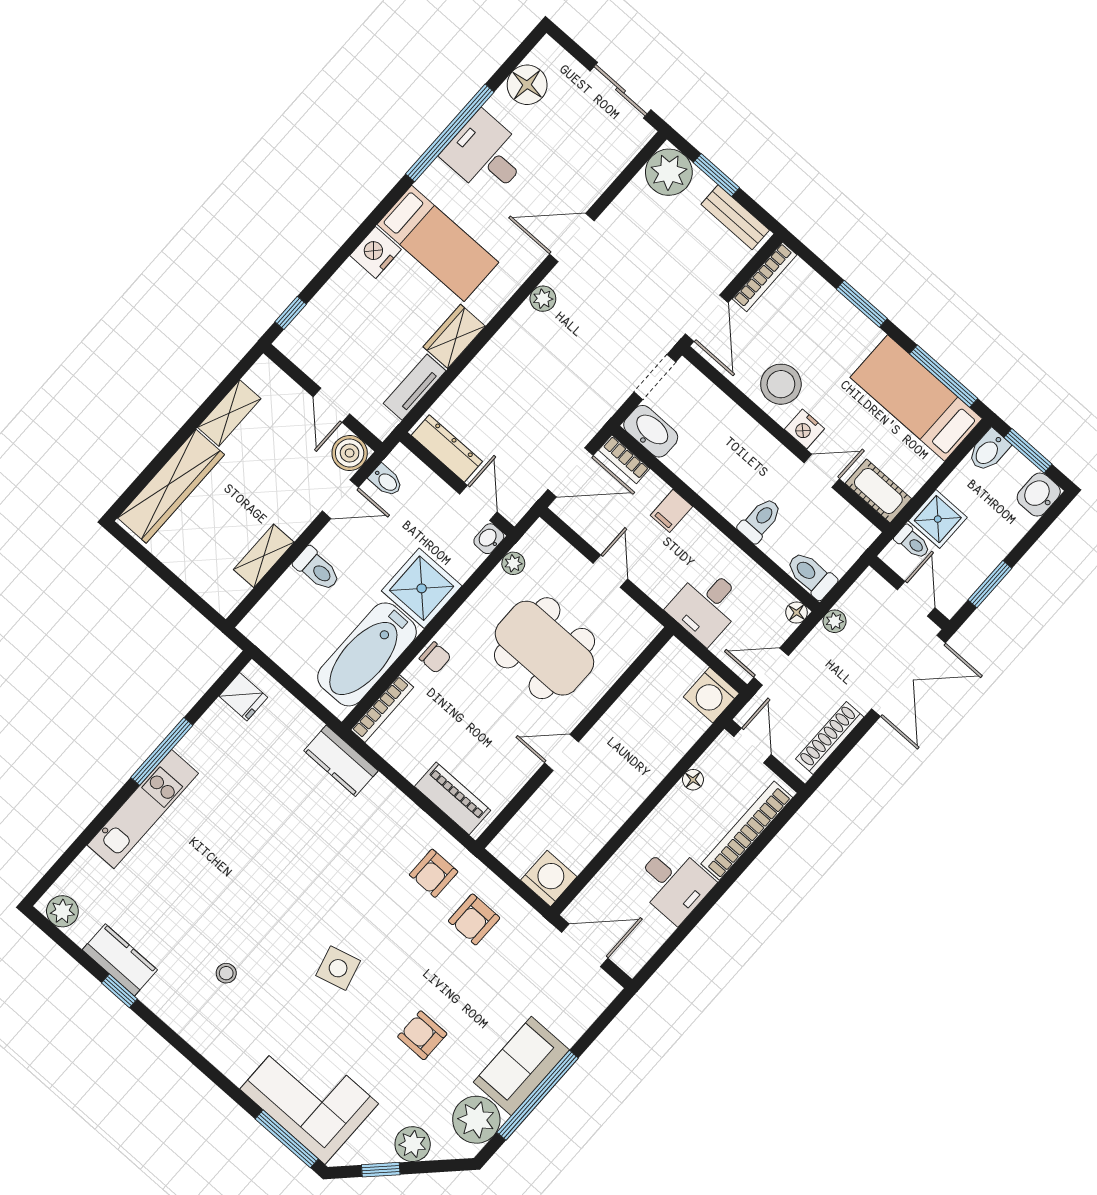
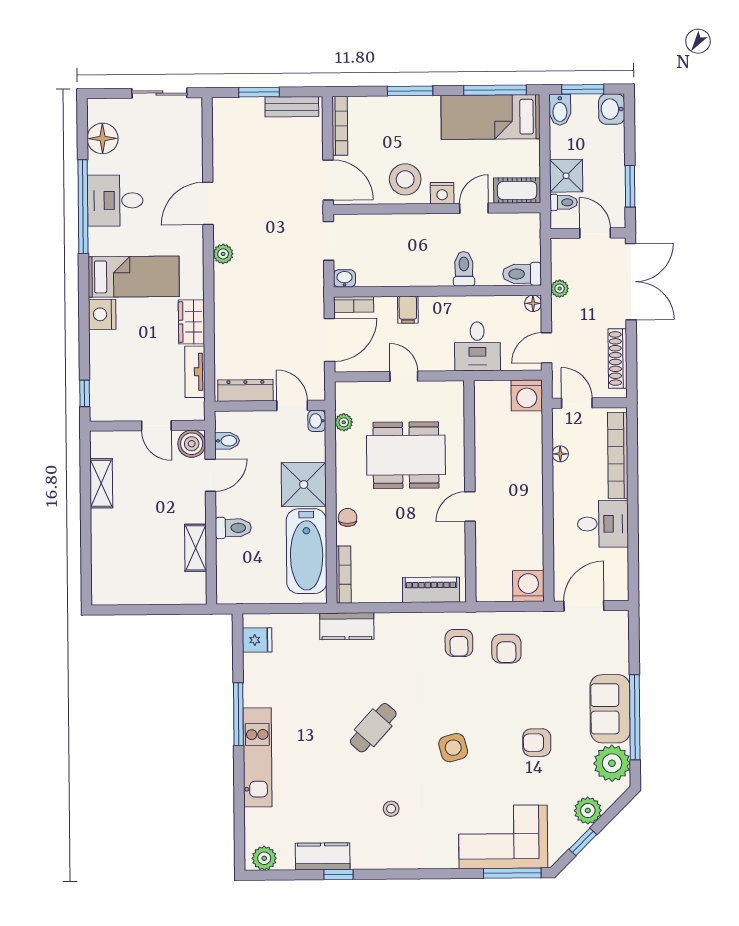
plant: (669, 172) -> (230, 115), removed
washbasin: (651, 431) -> (344, 278), width x0.52, depth x0.69
wardrobe: (171, 486) -> (106, 556), removed
chair: (435, 658) -> (348, 517), turned -90
cafe table: (279, 880) -> (373, 728), added

